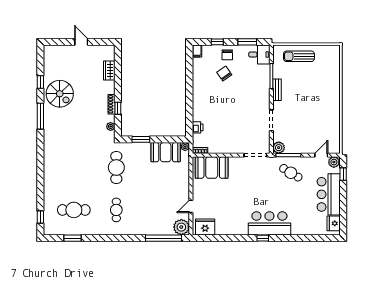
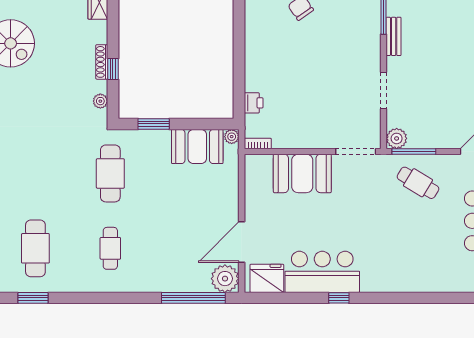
booth: (212, 167) -> (302, 173), moved
door: (191, 206) -> (242, 242), width x1.87
cafe table: (74, 210) -> (35, 248), turned 90
bar counter: (269, 223) -> (322, 272), moved
window: (263, 238) -> (339, 298), moved

